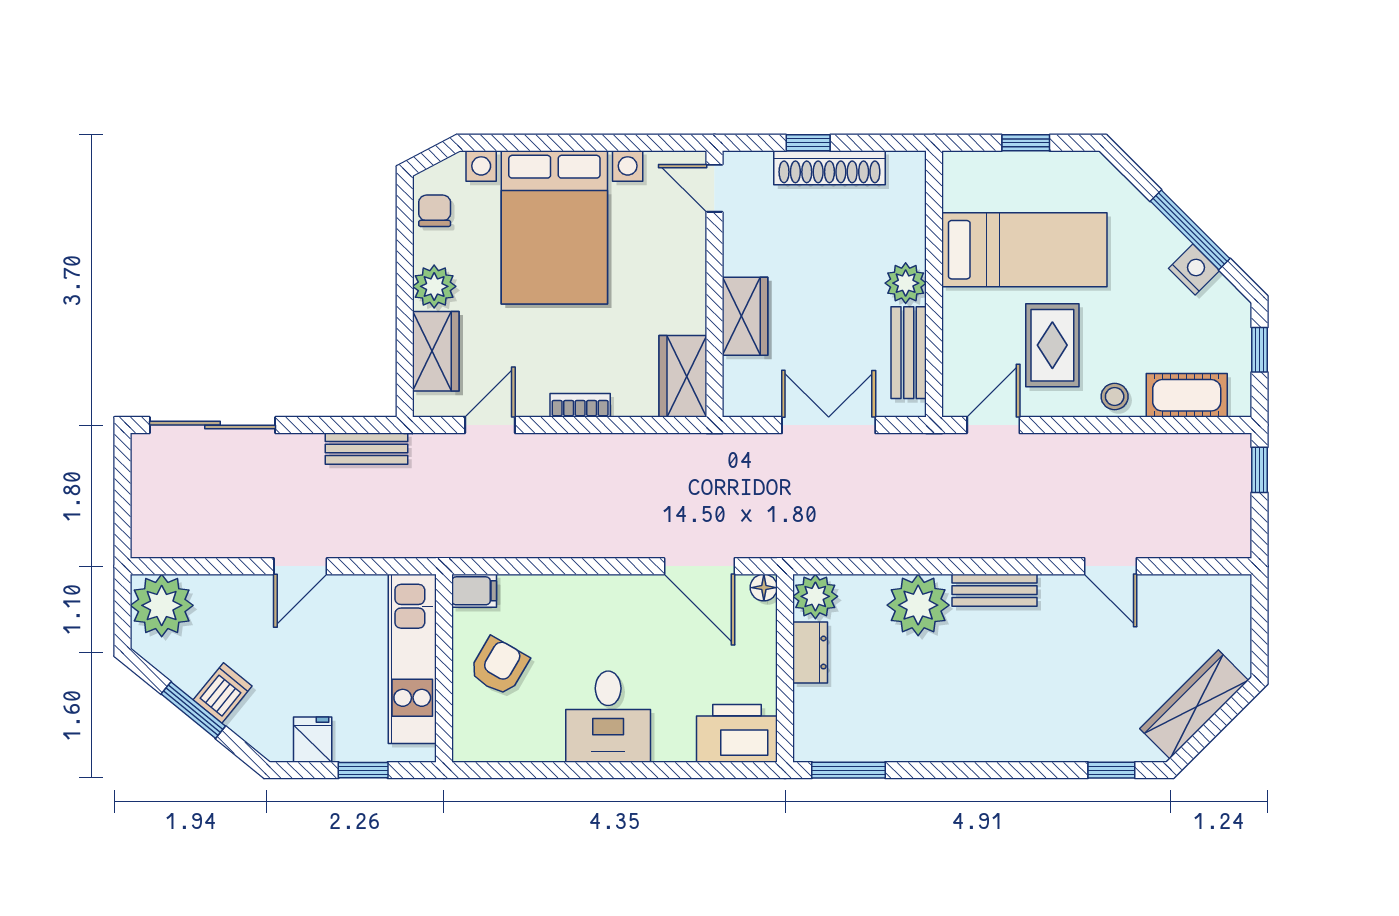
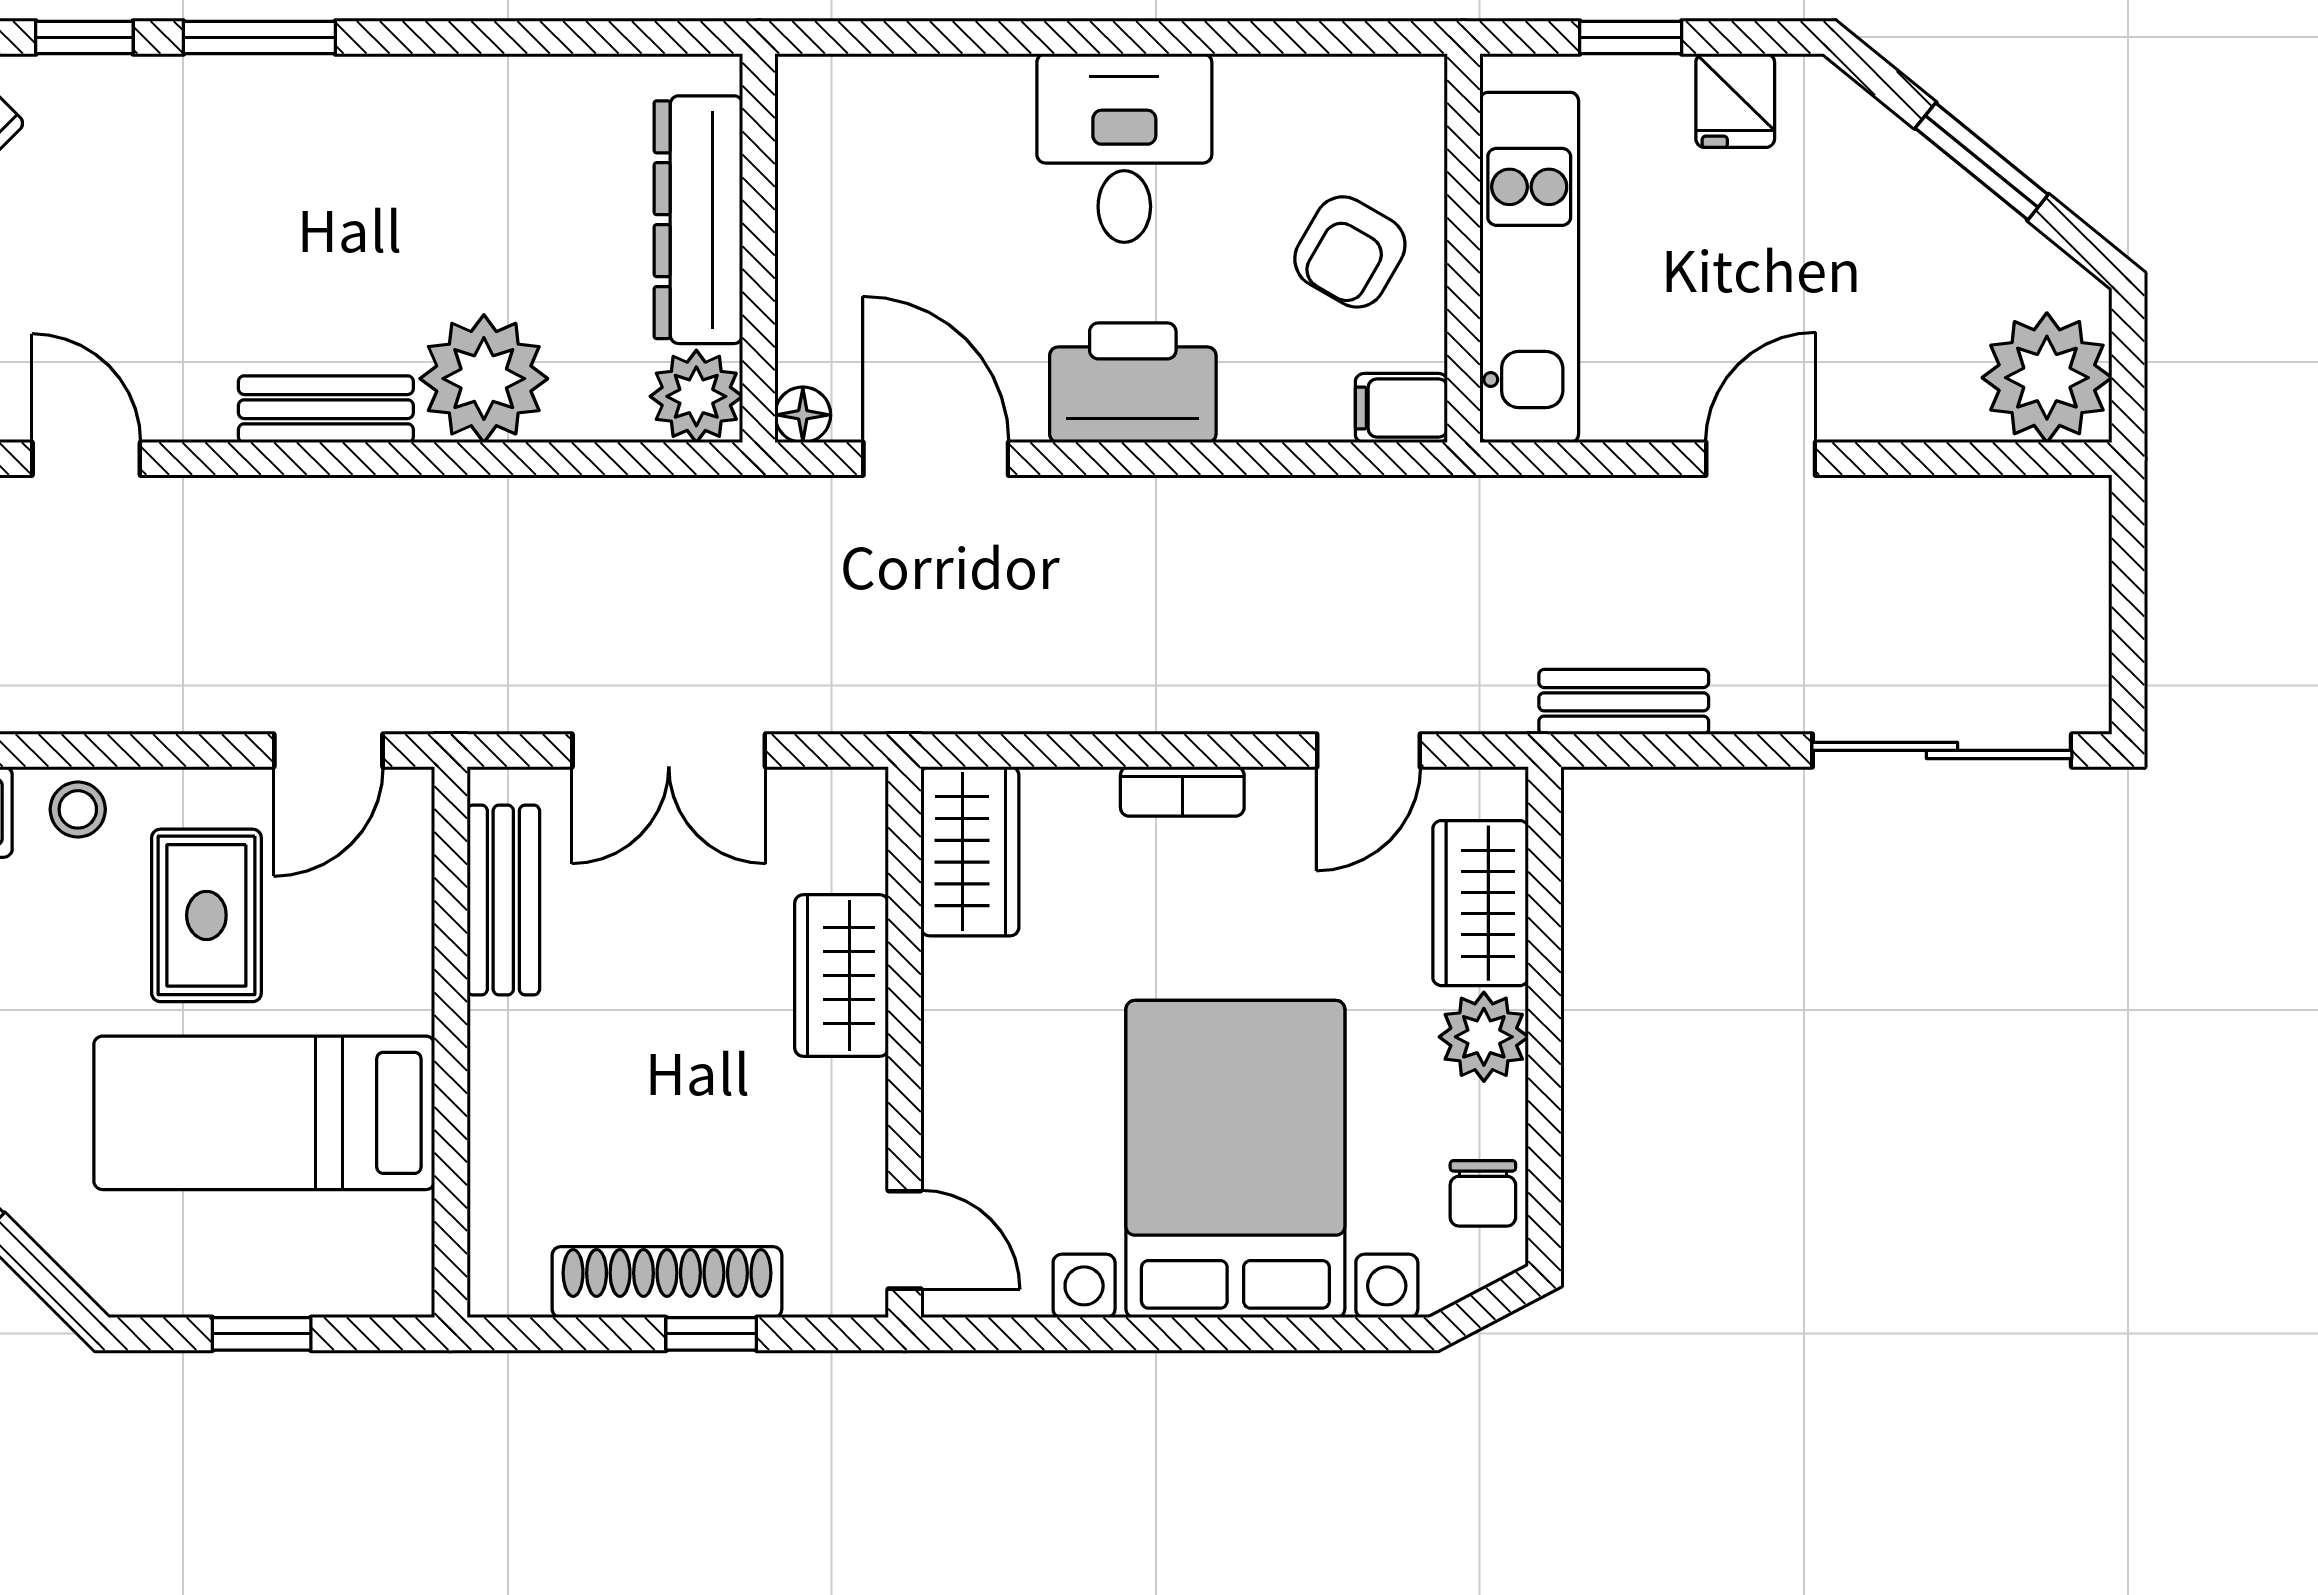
plant: (906, 283) -> (509, 1044), removed
dresser: (810, 653) -> (698, 220), width x1.96, depth x1.24
dishwasher: (223, 693) -> (1921, 197), removed
printer: (737, 733) -> (1133, 383), moved, turned 180
window: (849, 770) -> (259, 37), moved

